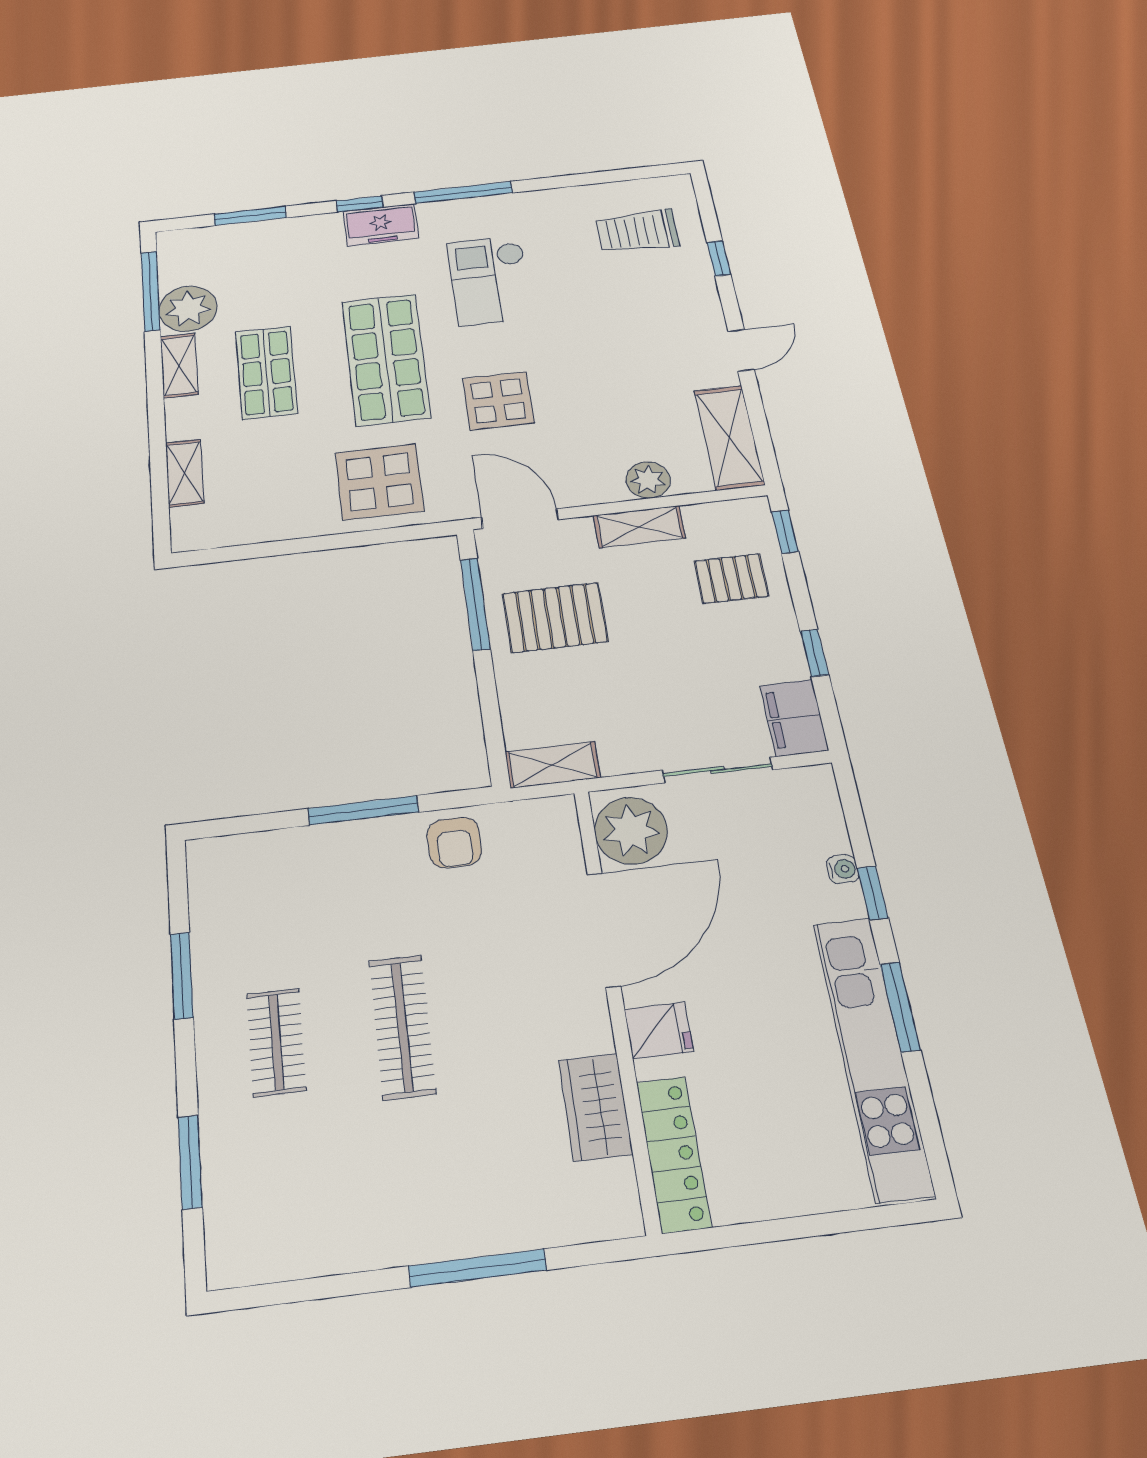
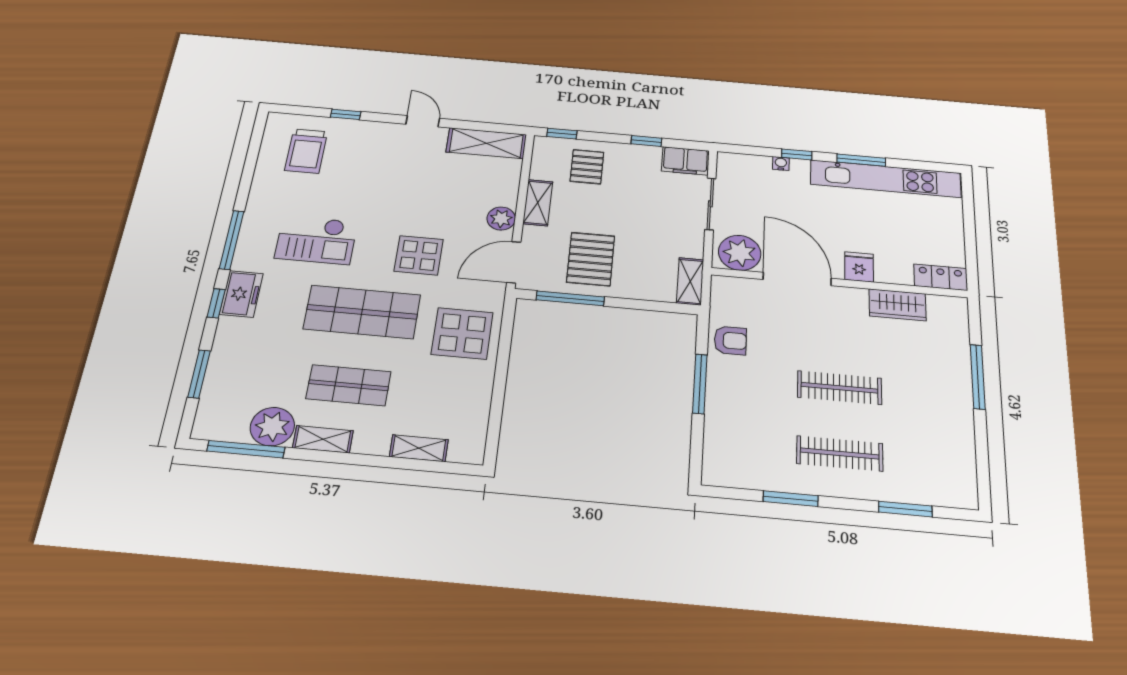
plant: (648, 480) -> (501, 219), moved
clothes rail: (276, 1042) -> (840, 454), width x1.36
locker: (673, 1154) -> (941, 277), width x0.66

